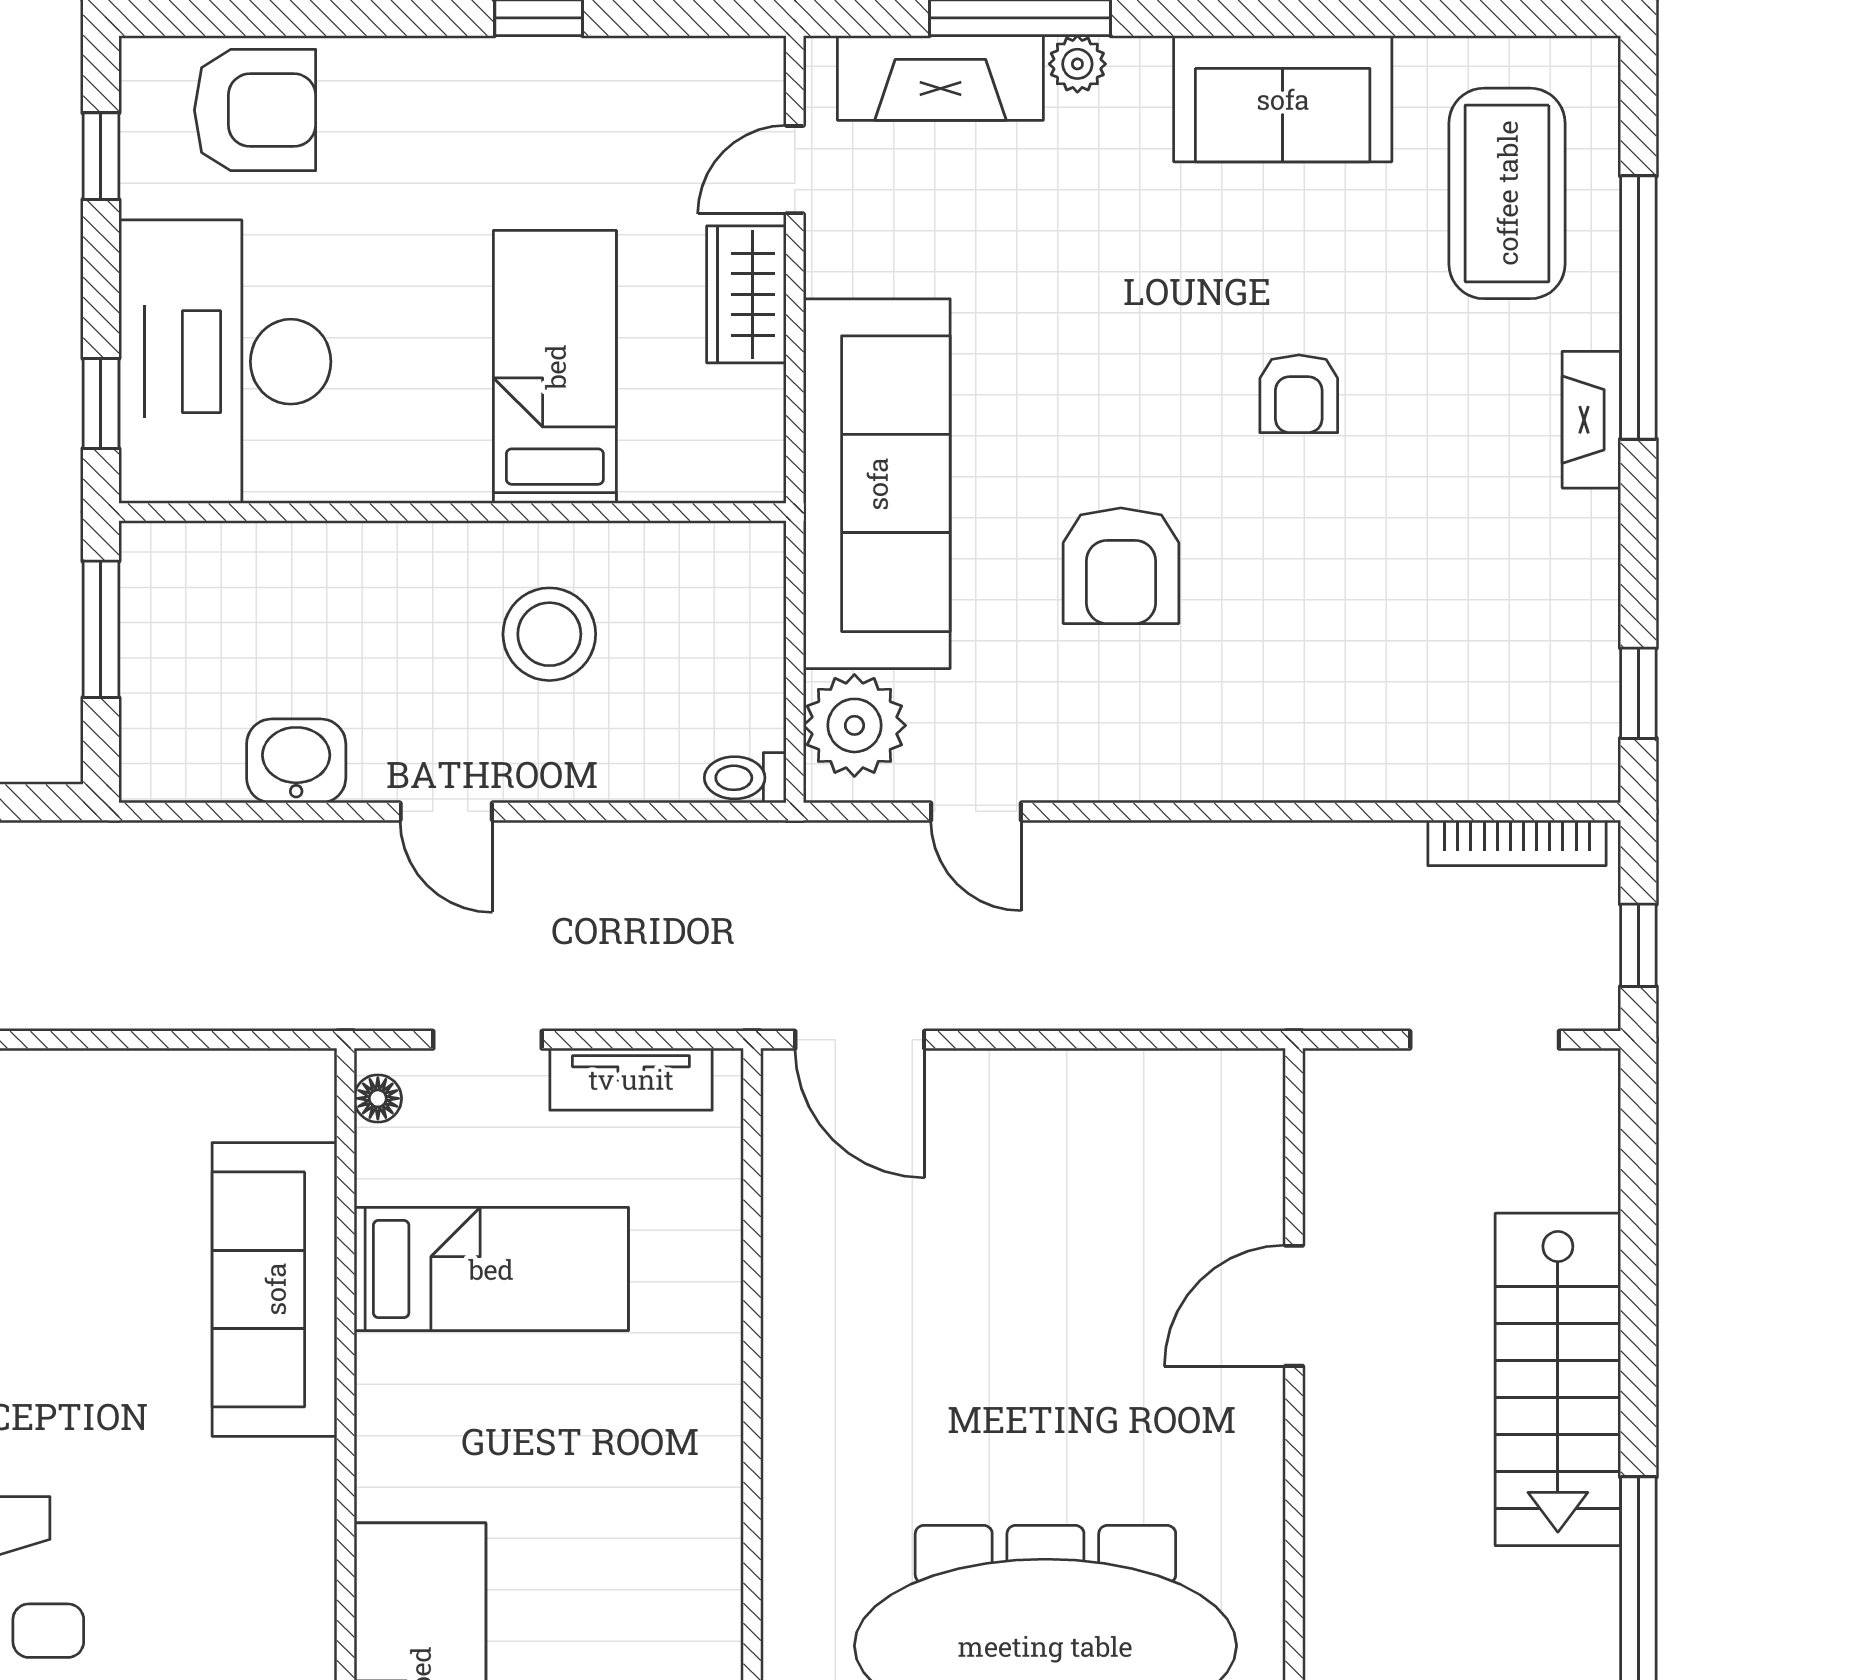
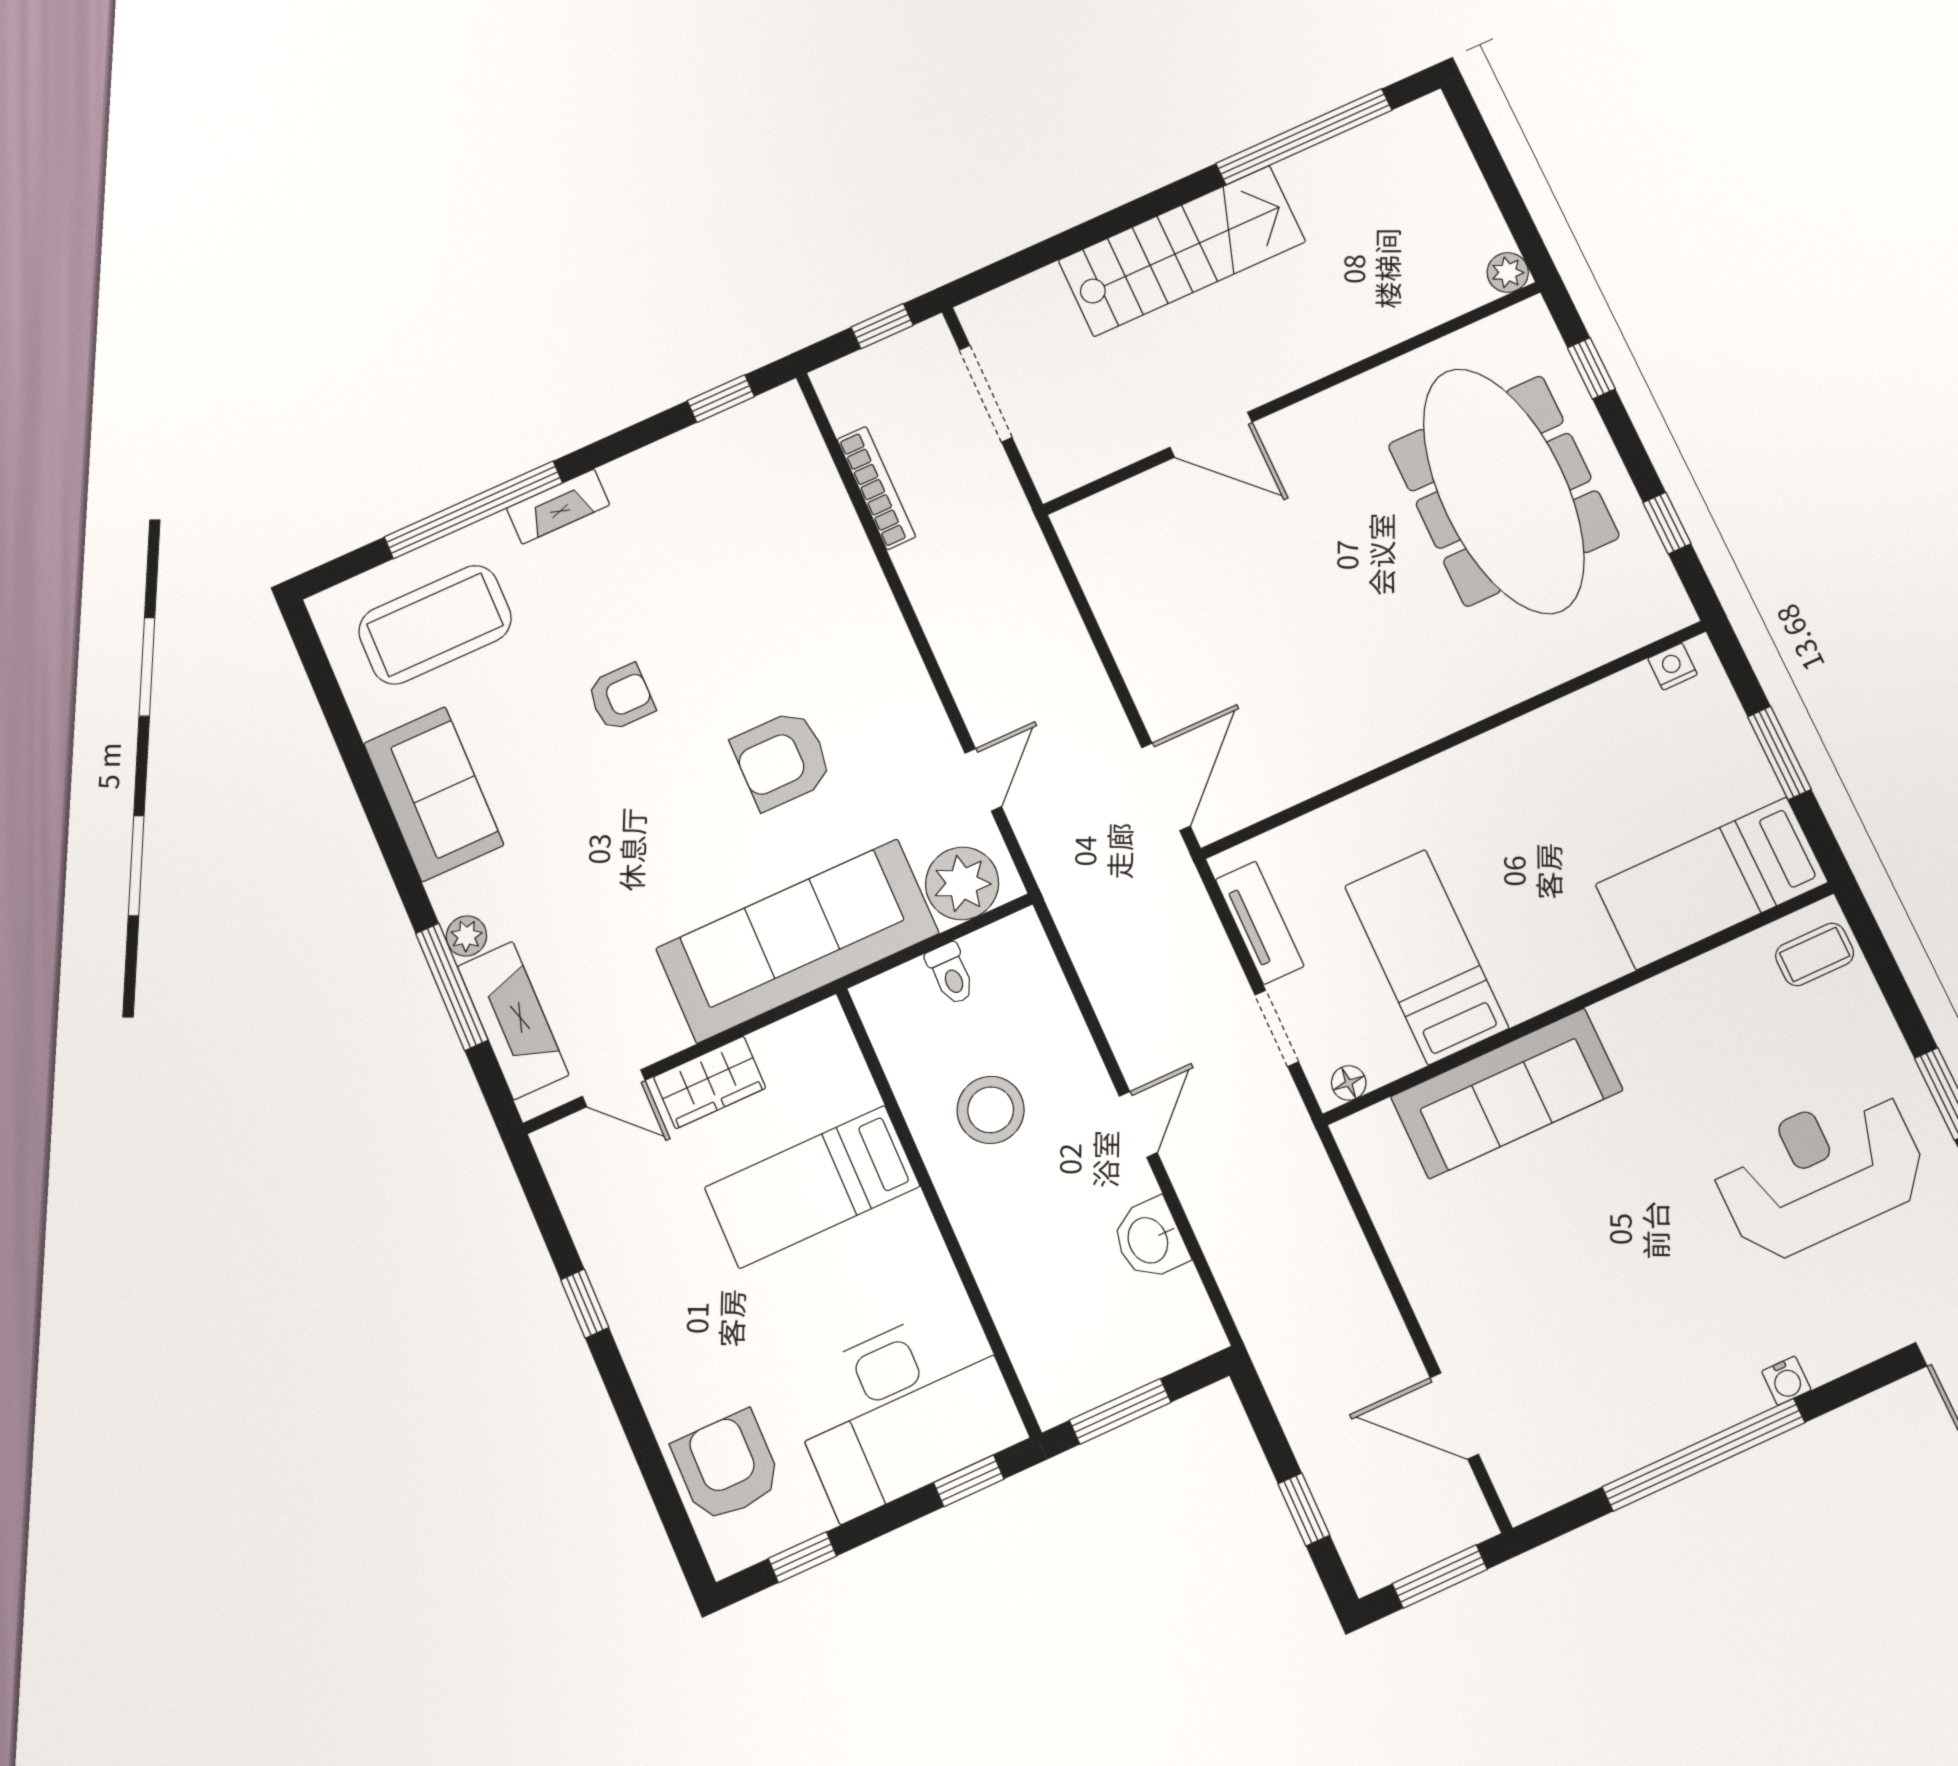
armchair: (1121, 566) -> (782, 760), turned 180
toilet: (745, 778) -> (951, 974), moved
bookcase: (1517, 843) -> (876, 488), moved

